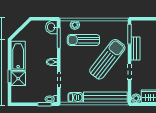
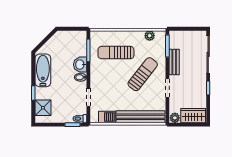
plant: (75, 25) -> (150, 36), moved
washbasin: (51, 27) -> (80, 65), moved
sun lounger: (107, 59) -> (143, 74), width x0.73, depth x0.75
shower: (18, 79) -> (43, 108), moved

